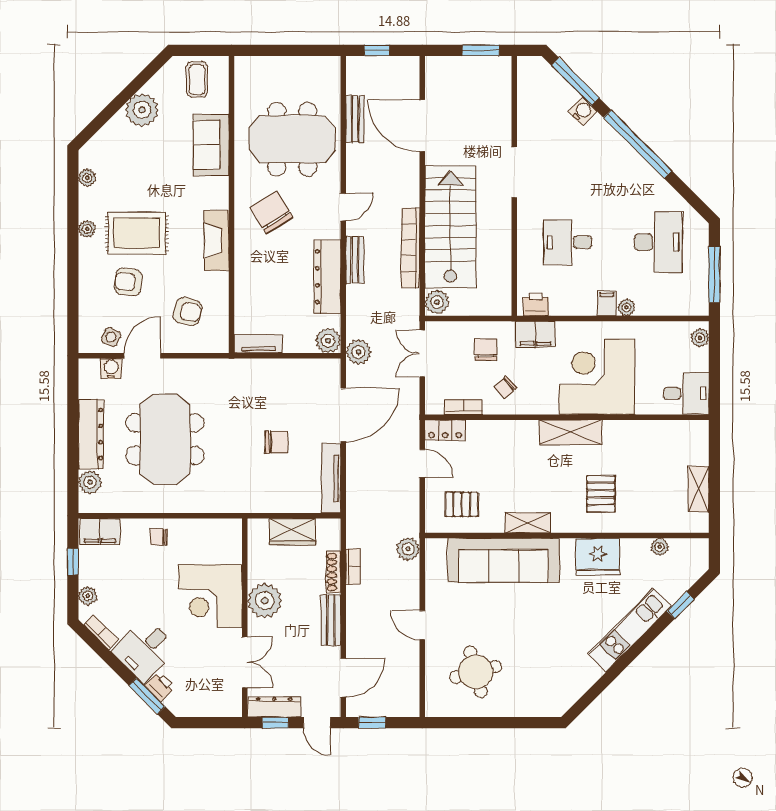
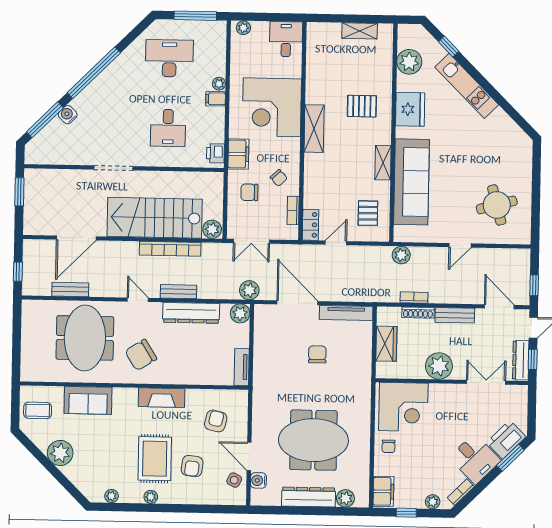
plant: (660, 547) -> (409, 62), width x1.88, depth x1.88
corner desk: (210, 596) -> (403, 407), moved
printer: (160, 686) -> (506, 440), width x1.87, depth x1.48

